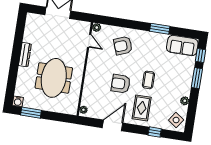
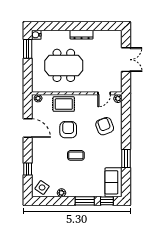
rug: (142, 108) -> (64, 104), moved

